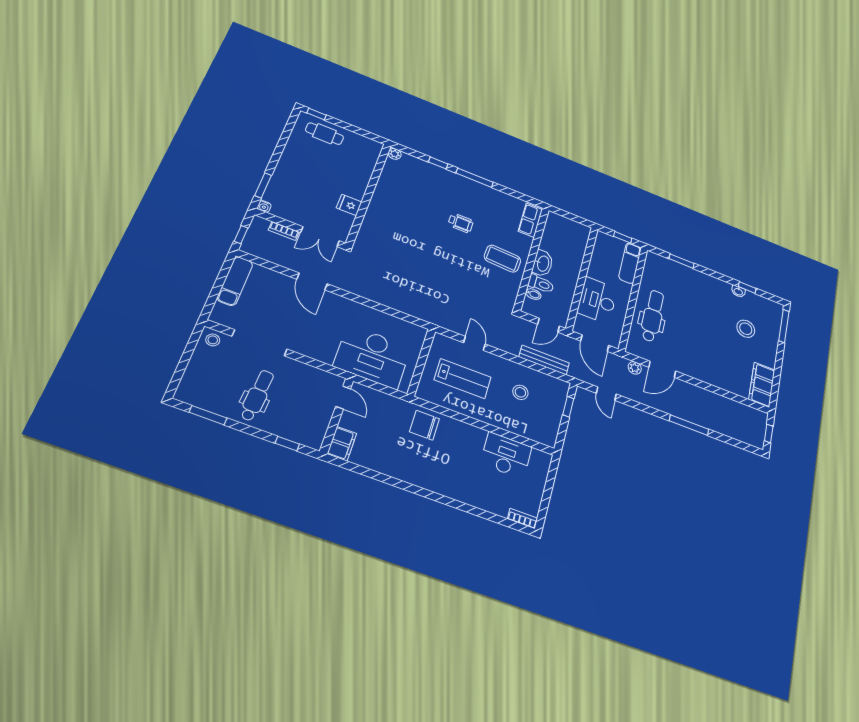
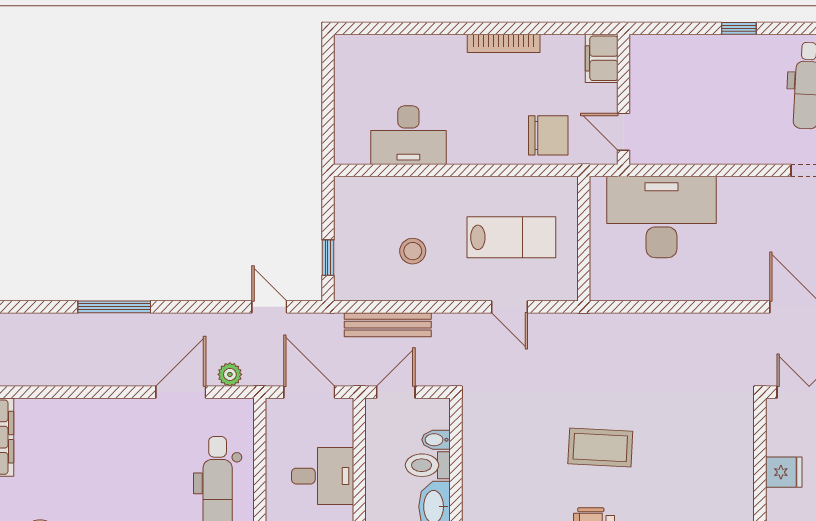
coffee table: (502, 259) -> (600, 447), moved
desk: (597, 300) -> (323, 476), width x0.73
lab bench: (463, 379) -> (511, 237), turned 180
door: (343, 398) -> (624, 132), moved
wall: (337, 416) -> (624, 99), moved
filing cabinet: (342, 444) -> (602, 58), moved
bookcase: (523, 519) -> (504, 43), moved, width x1.56

